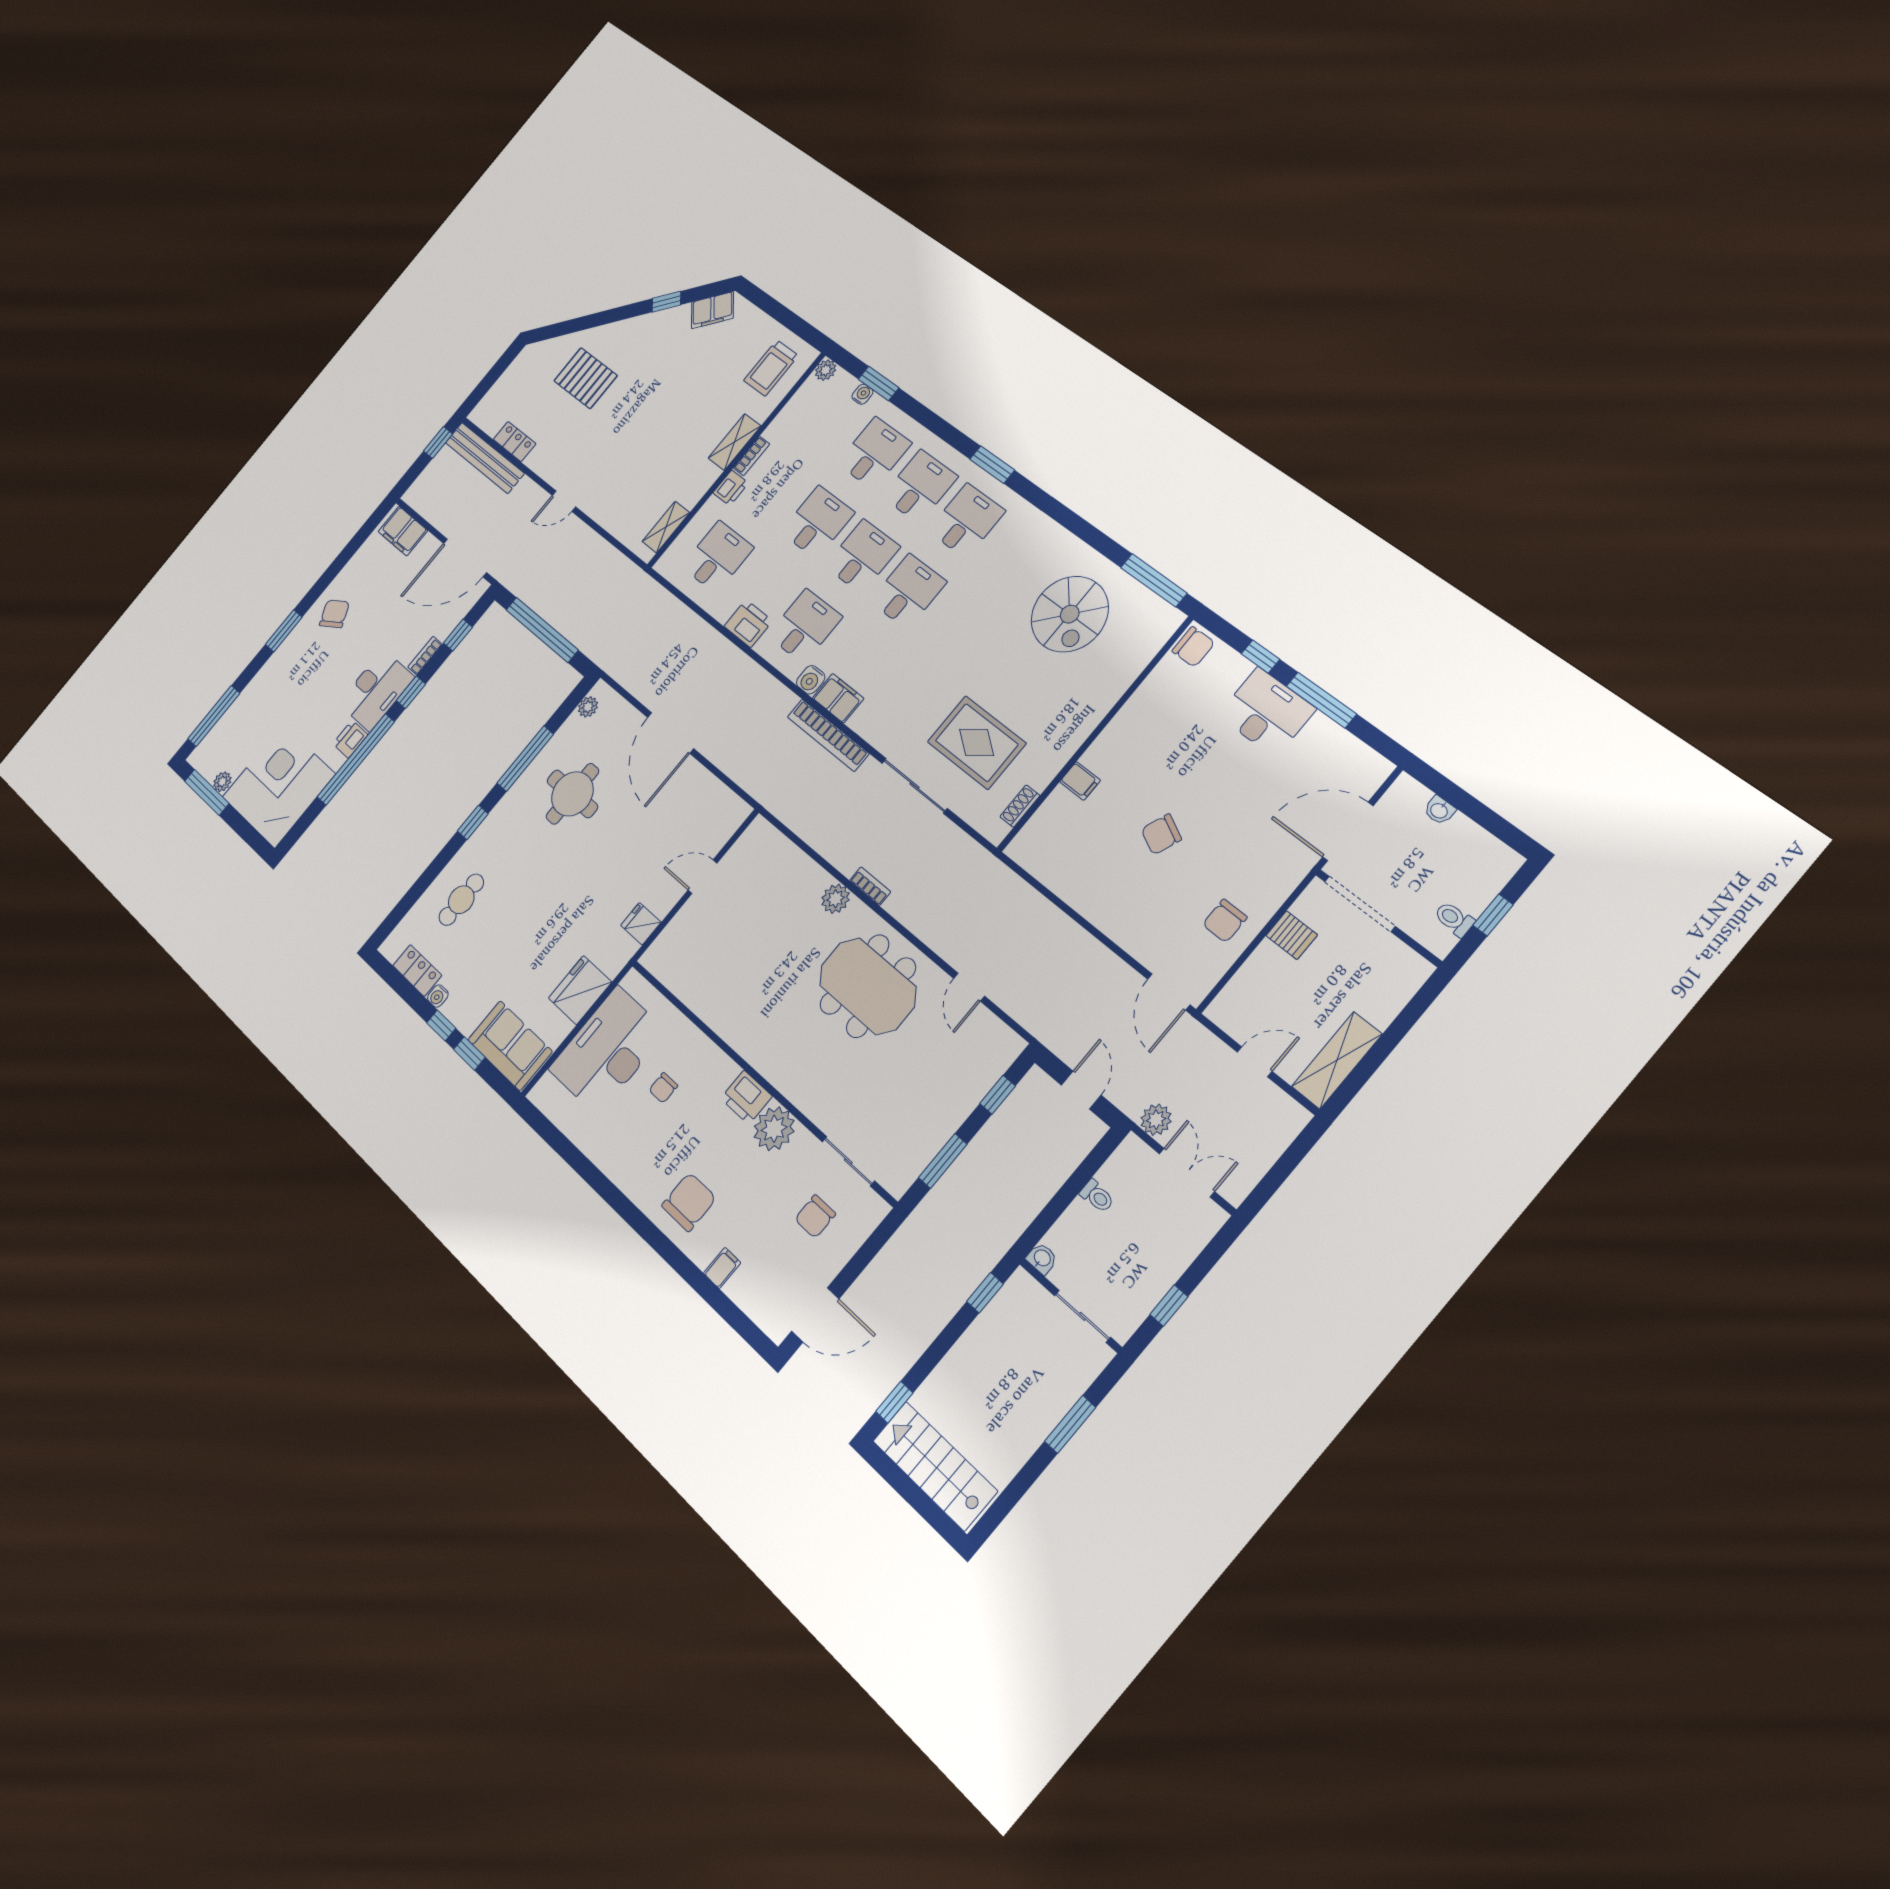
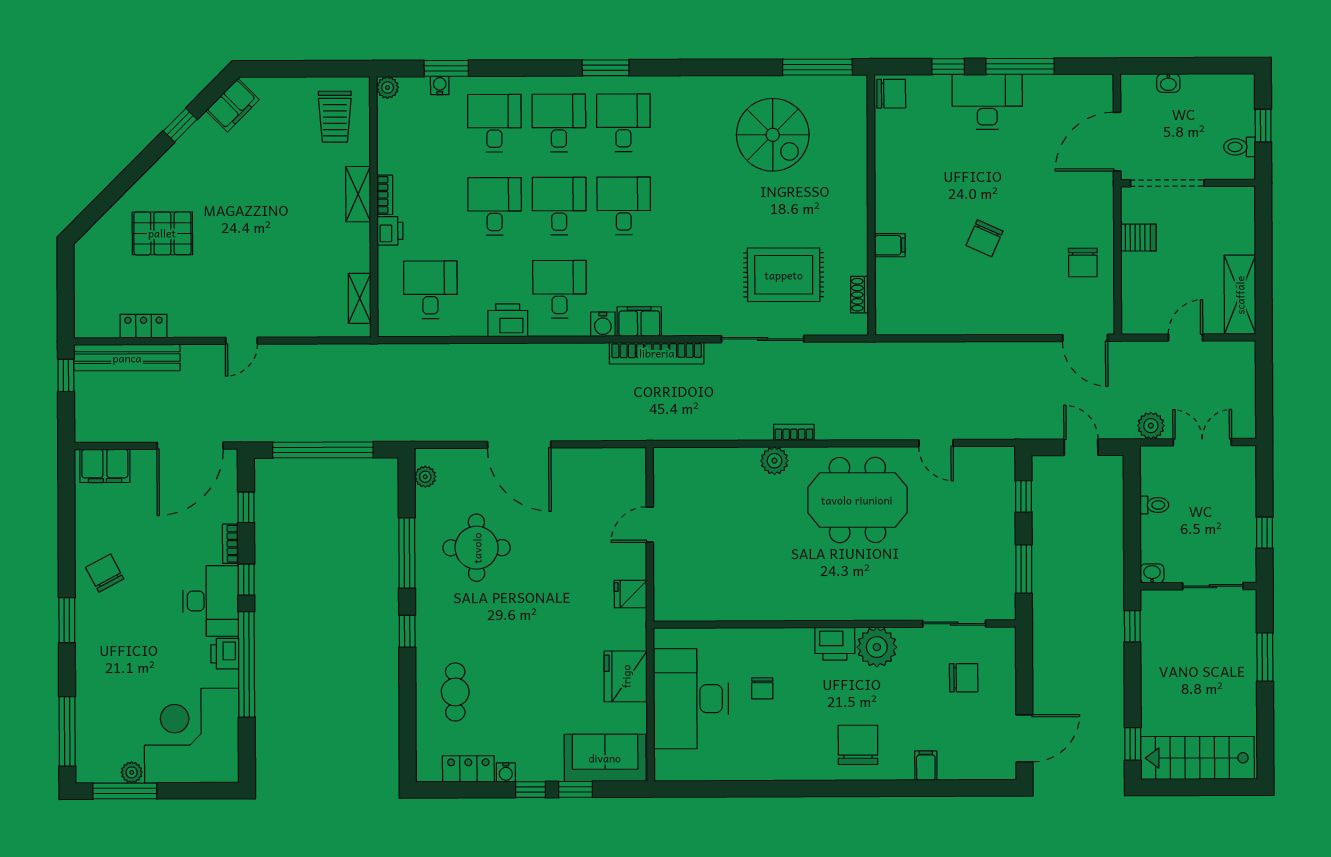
chair: (815, 1216) -> (964, 678), turned -90

